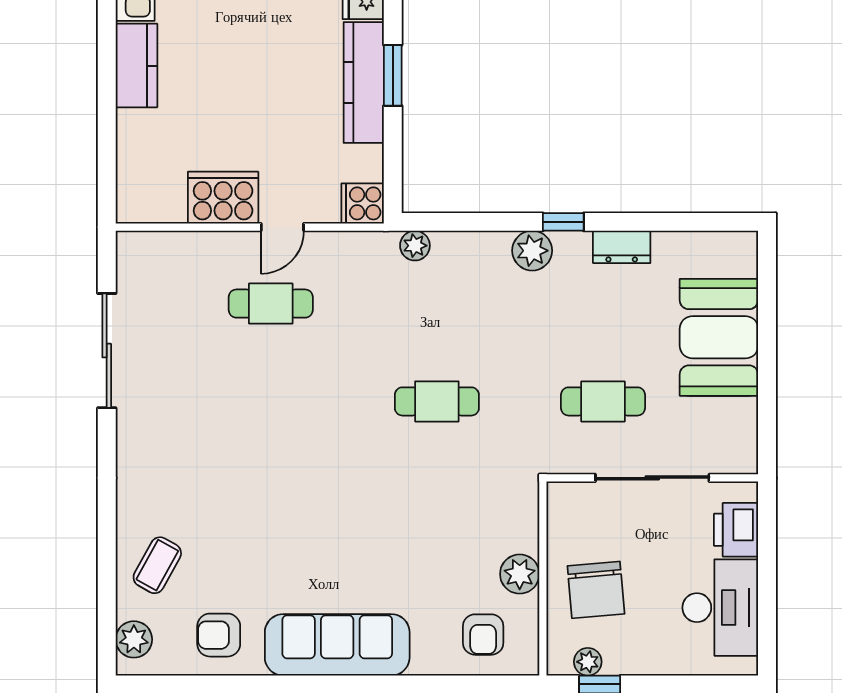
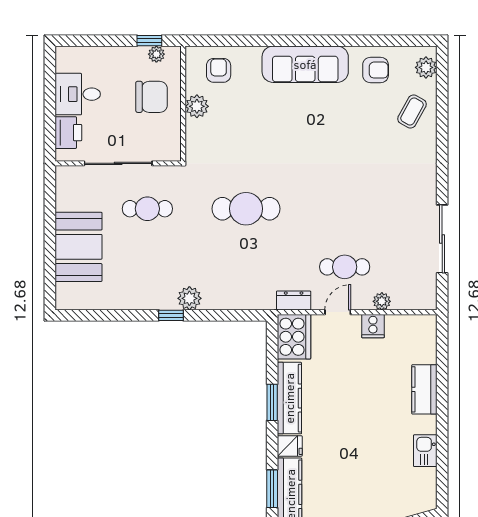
kitchen counter: (136, 66) -> (424, 389), moved
cooker: (223, 198) -> (373, 326), width x0.53, depth x0.76
cooker: (363, 203) -> (294, 337), width x1.87, depth x1.31
plant: (415, 246) -> (382, 301), moved
dresser: (622, 247) -> (294, 301), moved
cafe table: (437, 401) -> (246, 209), width x1.37, depth x1.35
chair: (596, 590) -> (152, 97), turned 95
desk: (720, 608) -> (78, 94), width x0.73

